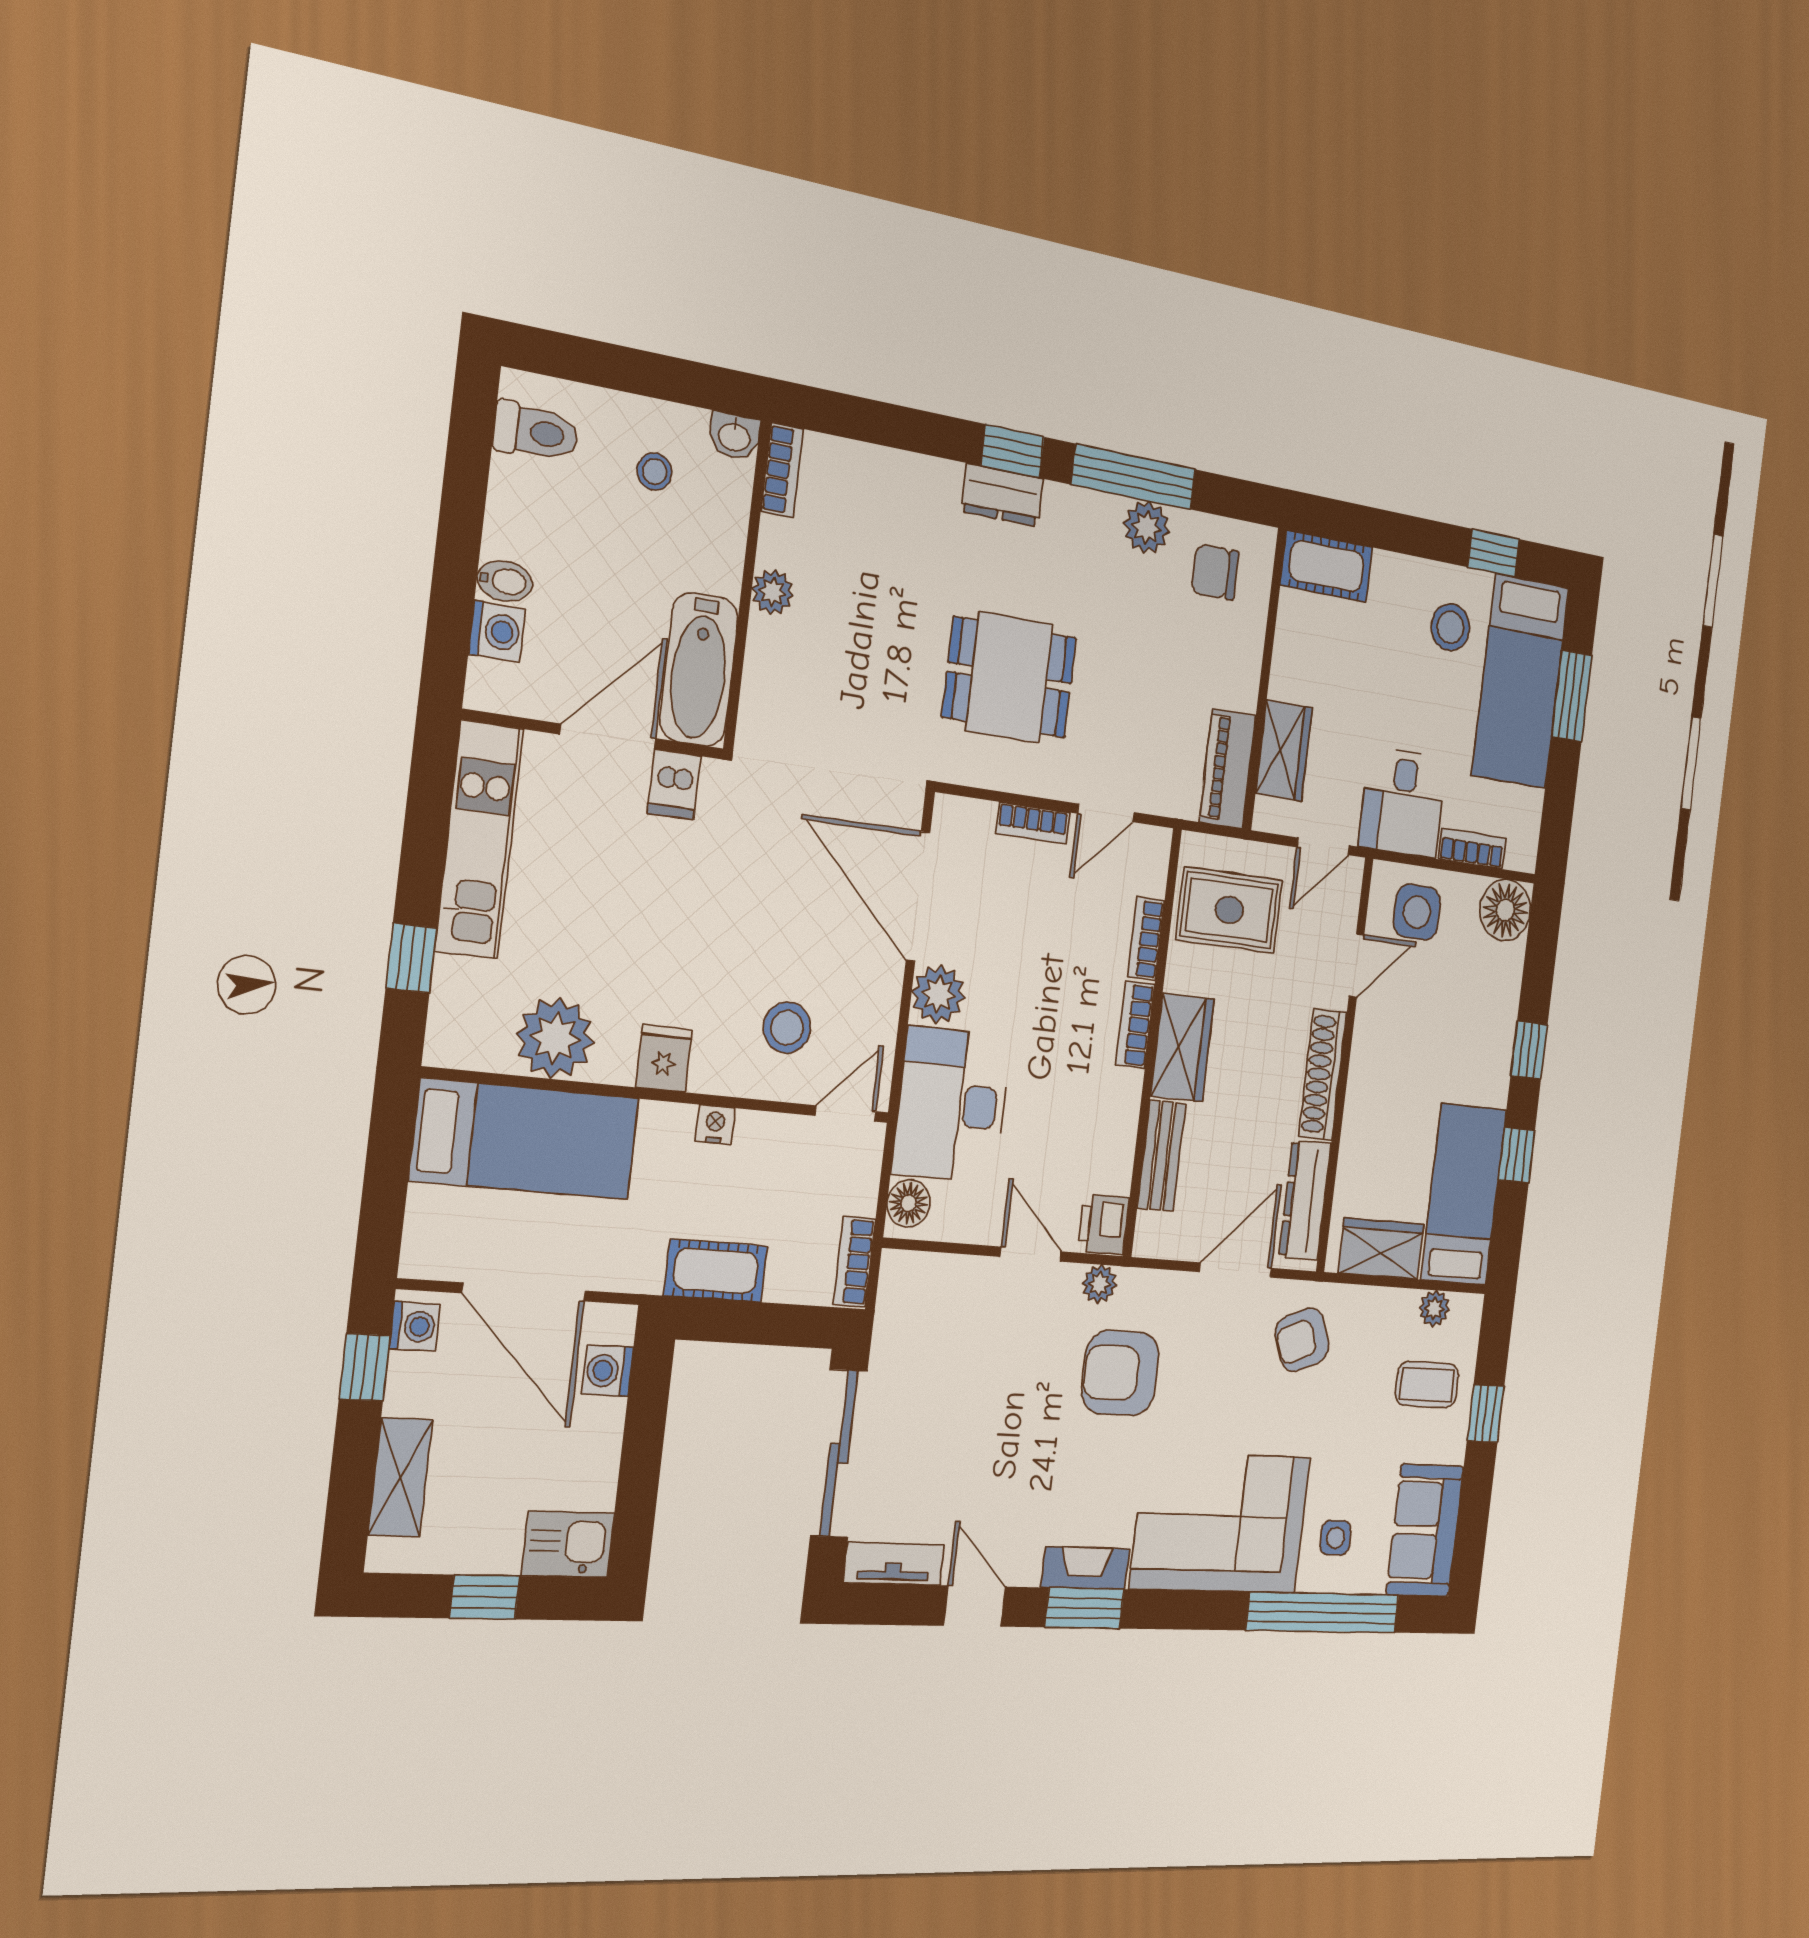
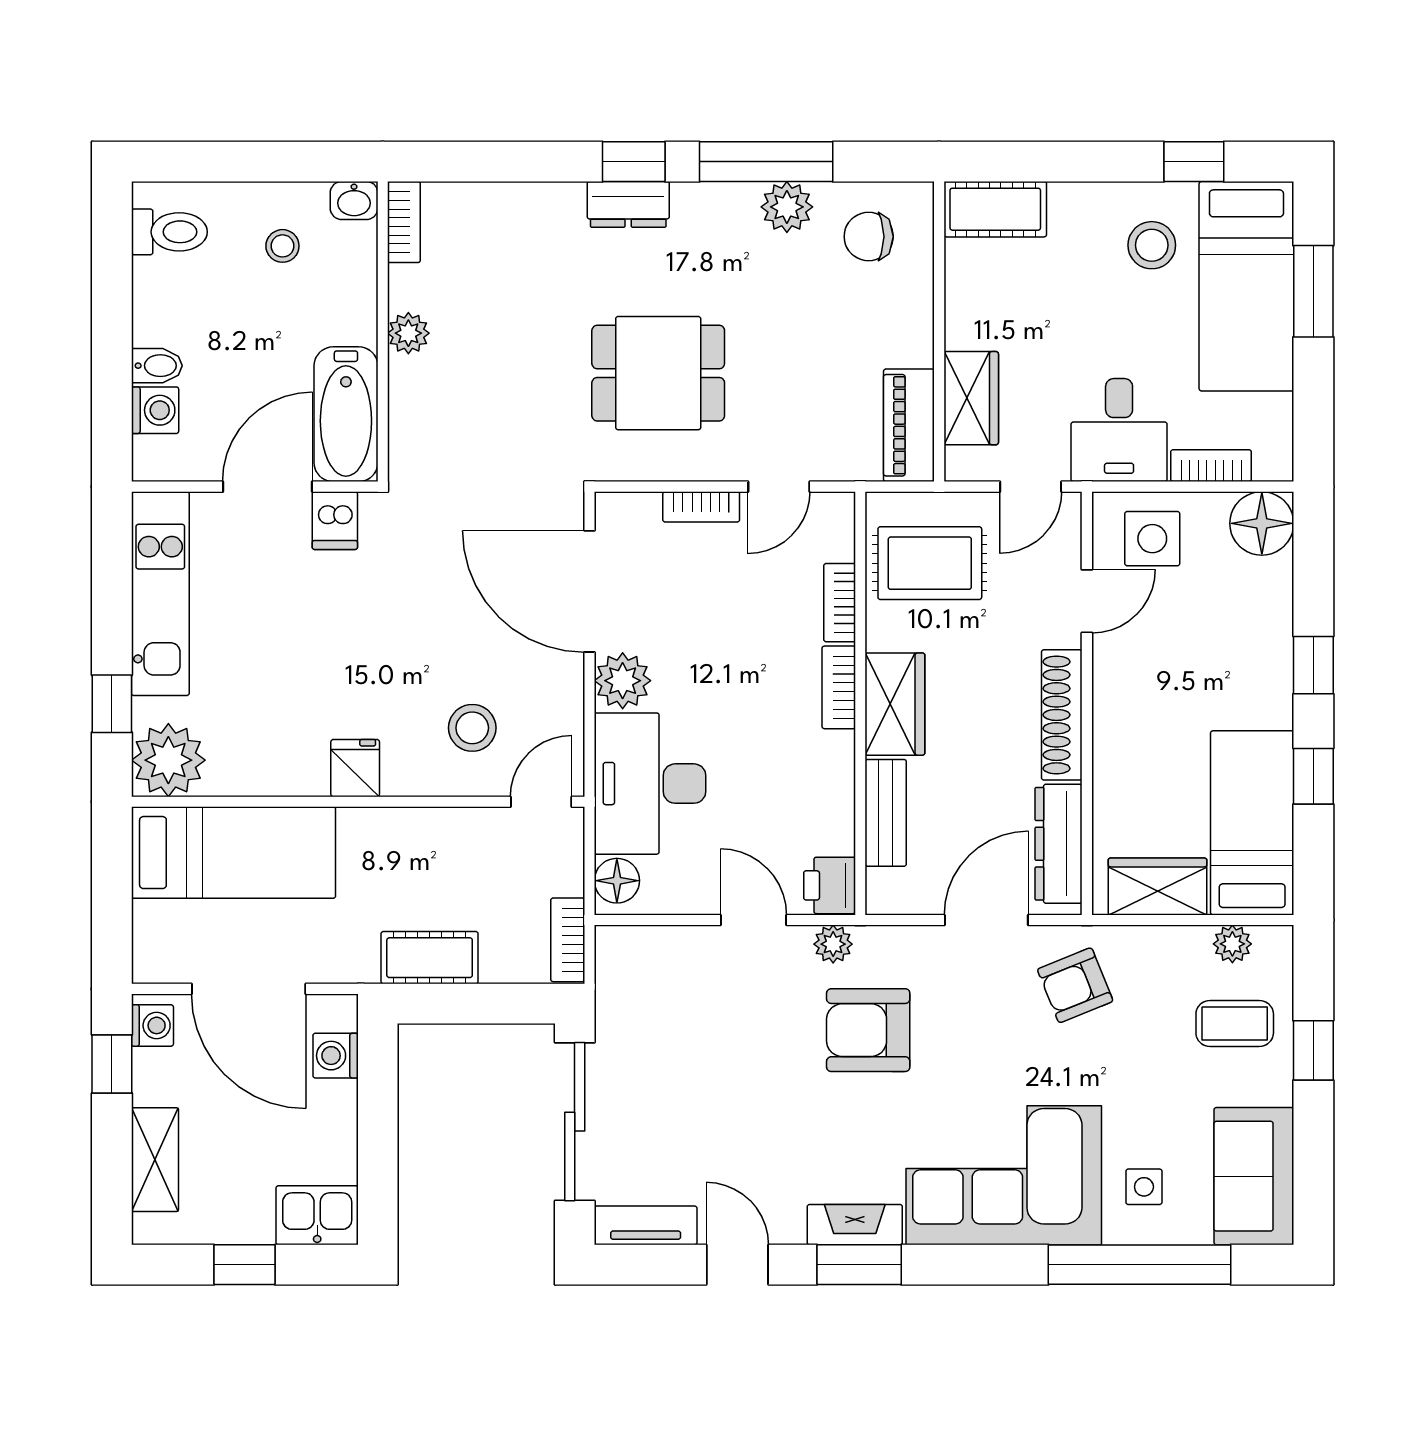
plant: (555, 1038) -> (168, 760), moved
nightstand: (715, 1124) -> (412, 823), removed

